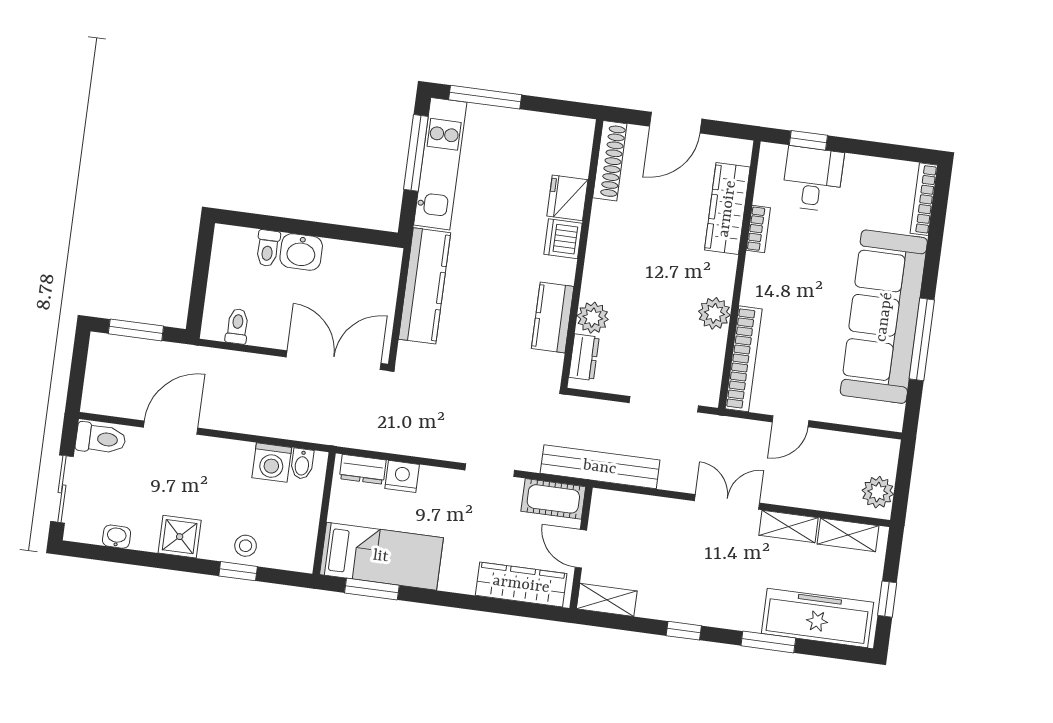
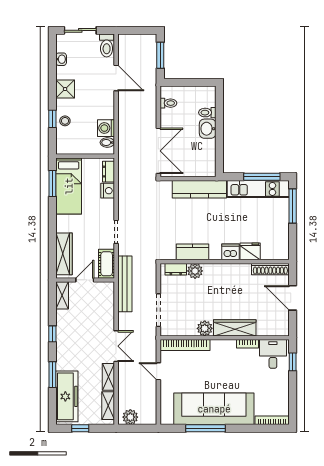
desk: (813, 179) -> (273, 354), moved, turned -90
wardrobe: (727, 209) -> (235, 328), moved

